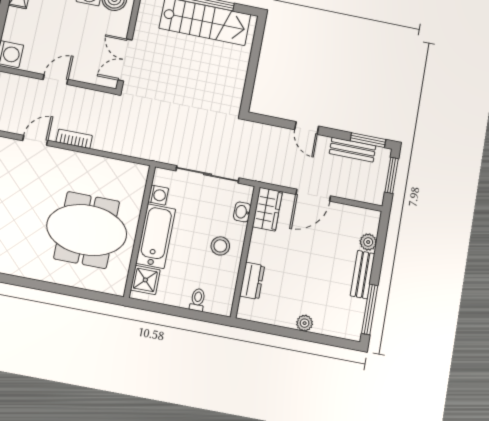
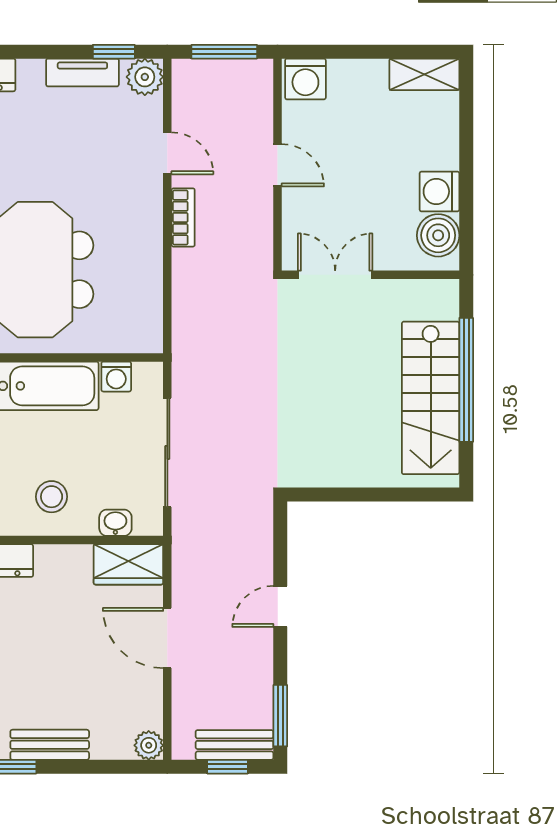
bench: (353, 150) -> (234, 745), moved, turned 90
window: (392, 175) -> (228, 767), width x0.67
plant: (368, 242) -> (149, 745), moved

